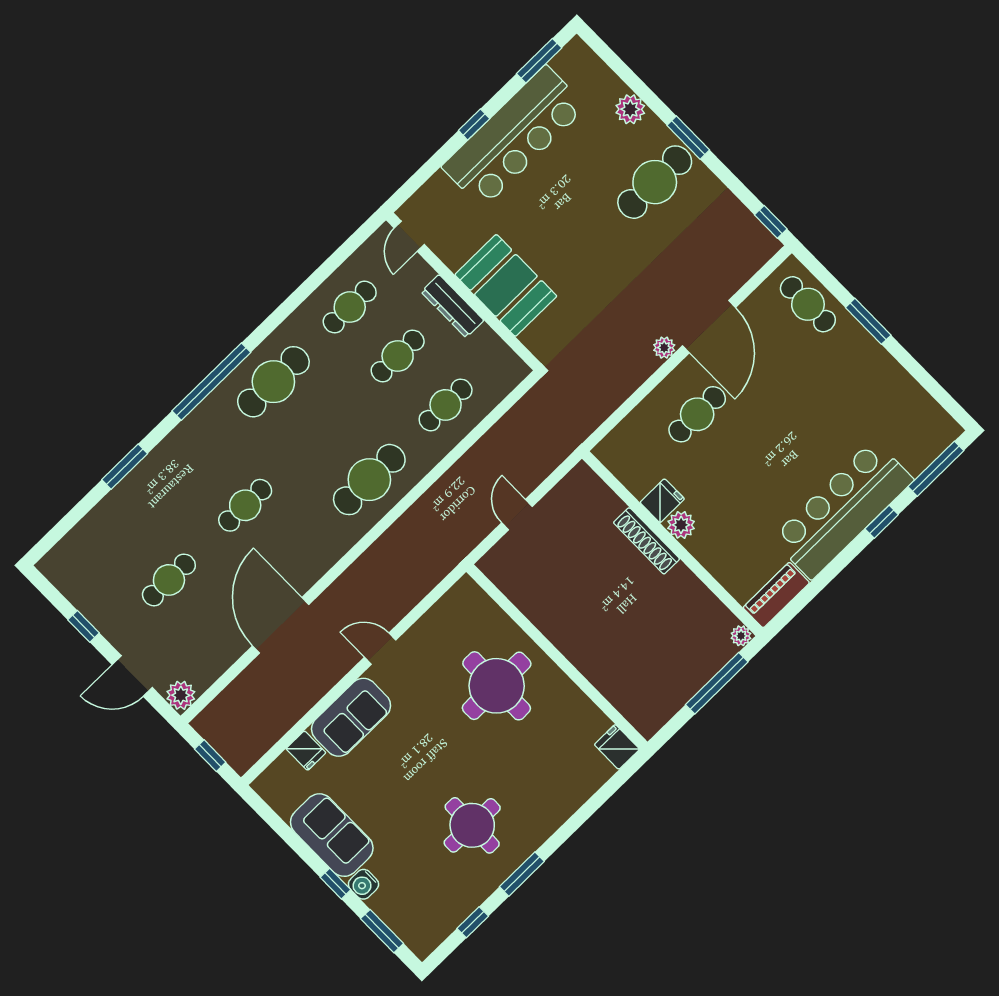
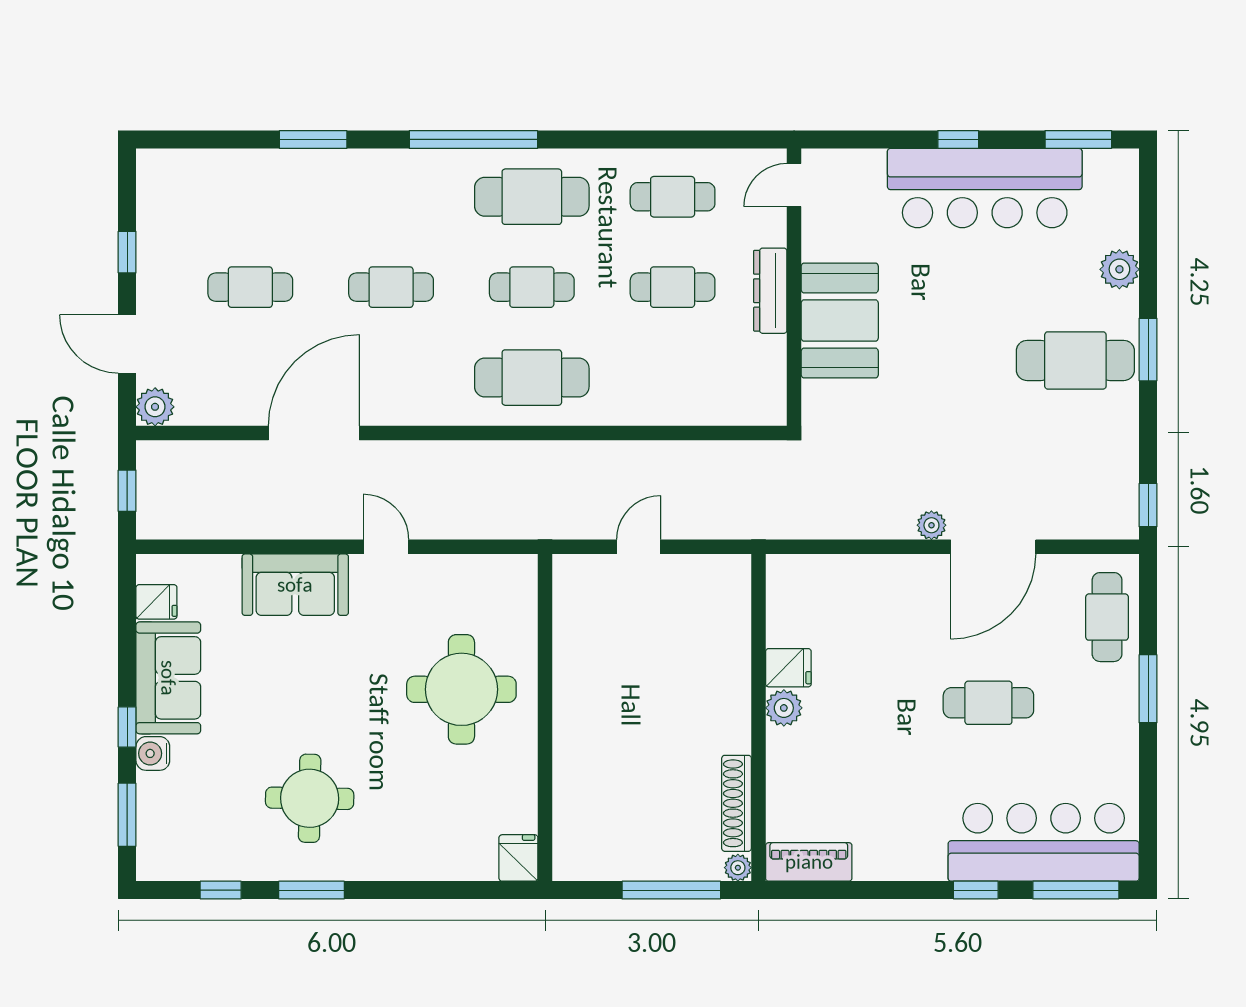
cafe table: (446, 405) -> (532, 287), moved
cafe table: (697, 414) -> (988, 703), moved
bar counter: (843, 509) -> (1044, 842), moved
shoe rack: (647, 541) -> (737, 803), moved
fridge: (306, 751) -> (156, 602), moved, turned -90

